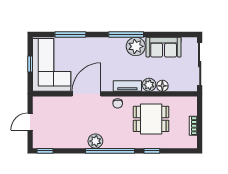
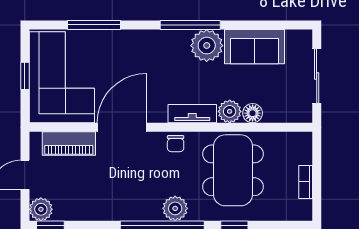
sliding door: (200, 64) -> (317, 76), width x0.73
piano: (56, 103) -> (69, 143), added
dining table: (151, 119) -> (233, 170), width x1.38
plant: (95, 141) -> (175, 208), moved
plant: (39, 142) -> (41, 209), added

